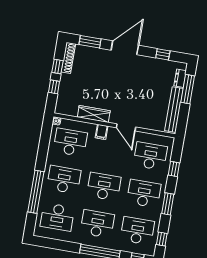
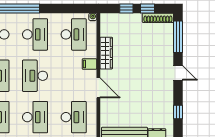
window: (90, 42) -> (178, 37), width x1.44
door: (125, 48) -> (178, 73), width x0.53
door: (126, 127) -> (98, 88), swing flipped
desk: (104, 187) -> (35, 76), turned 180

